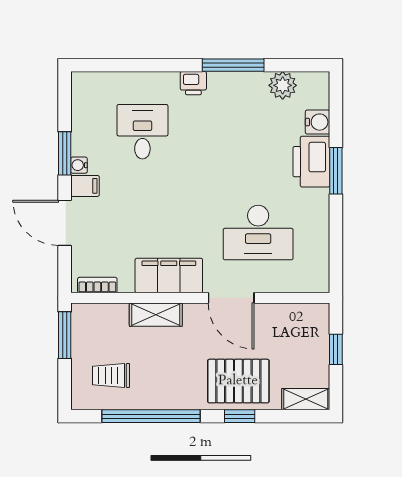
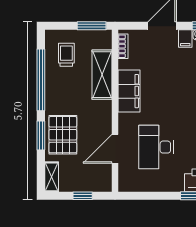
door: (231, 298) -> (115, 149), moved
shelving: (156, 315) -> (102, 75), width x1.50, depth x1.33
window: (240, 416) -> (41, 135), width x1.50

